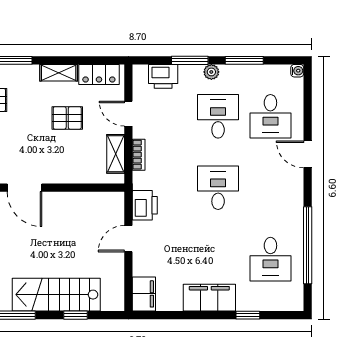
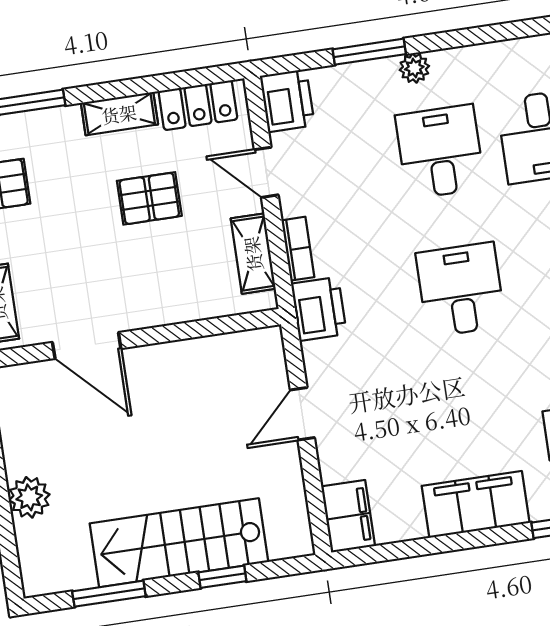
window: (244, 60) -> (475, 36), removed
printer: (163, 76) -> (287, 101), moved, turned -90
printer: (145, 205) -> (319, 309), moved

